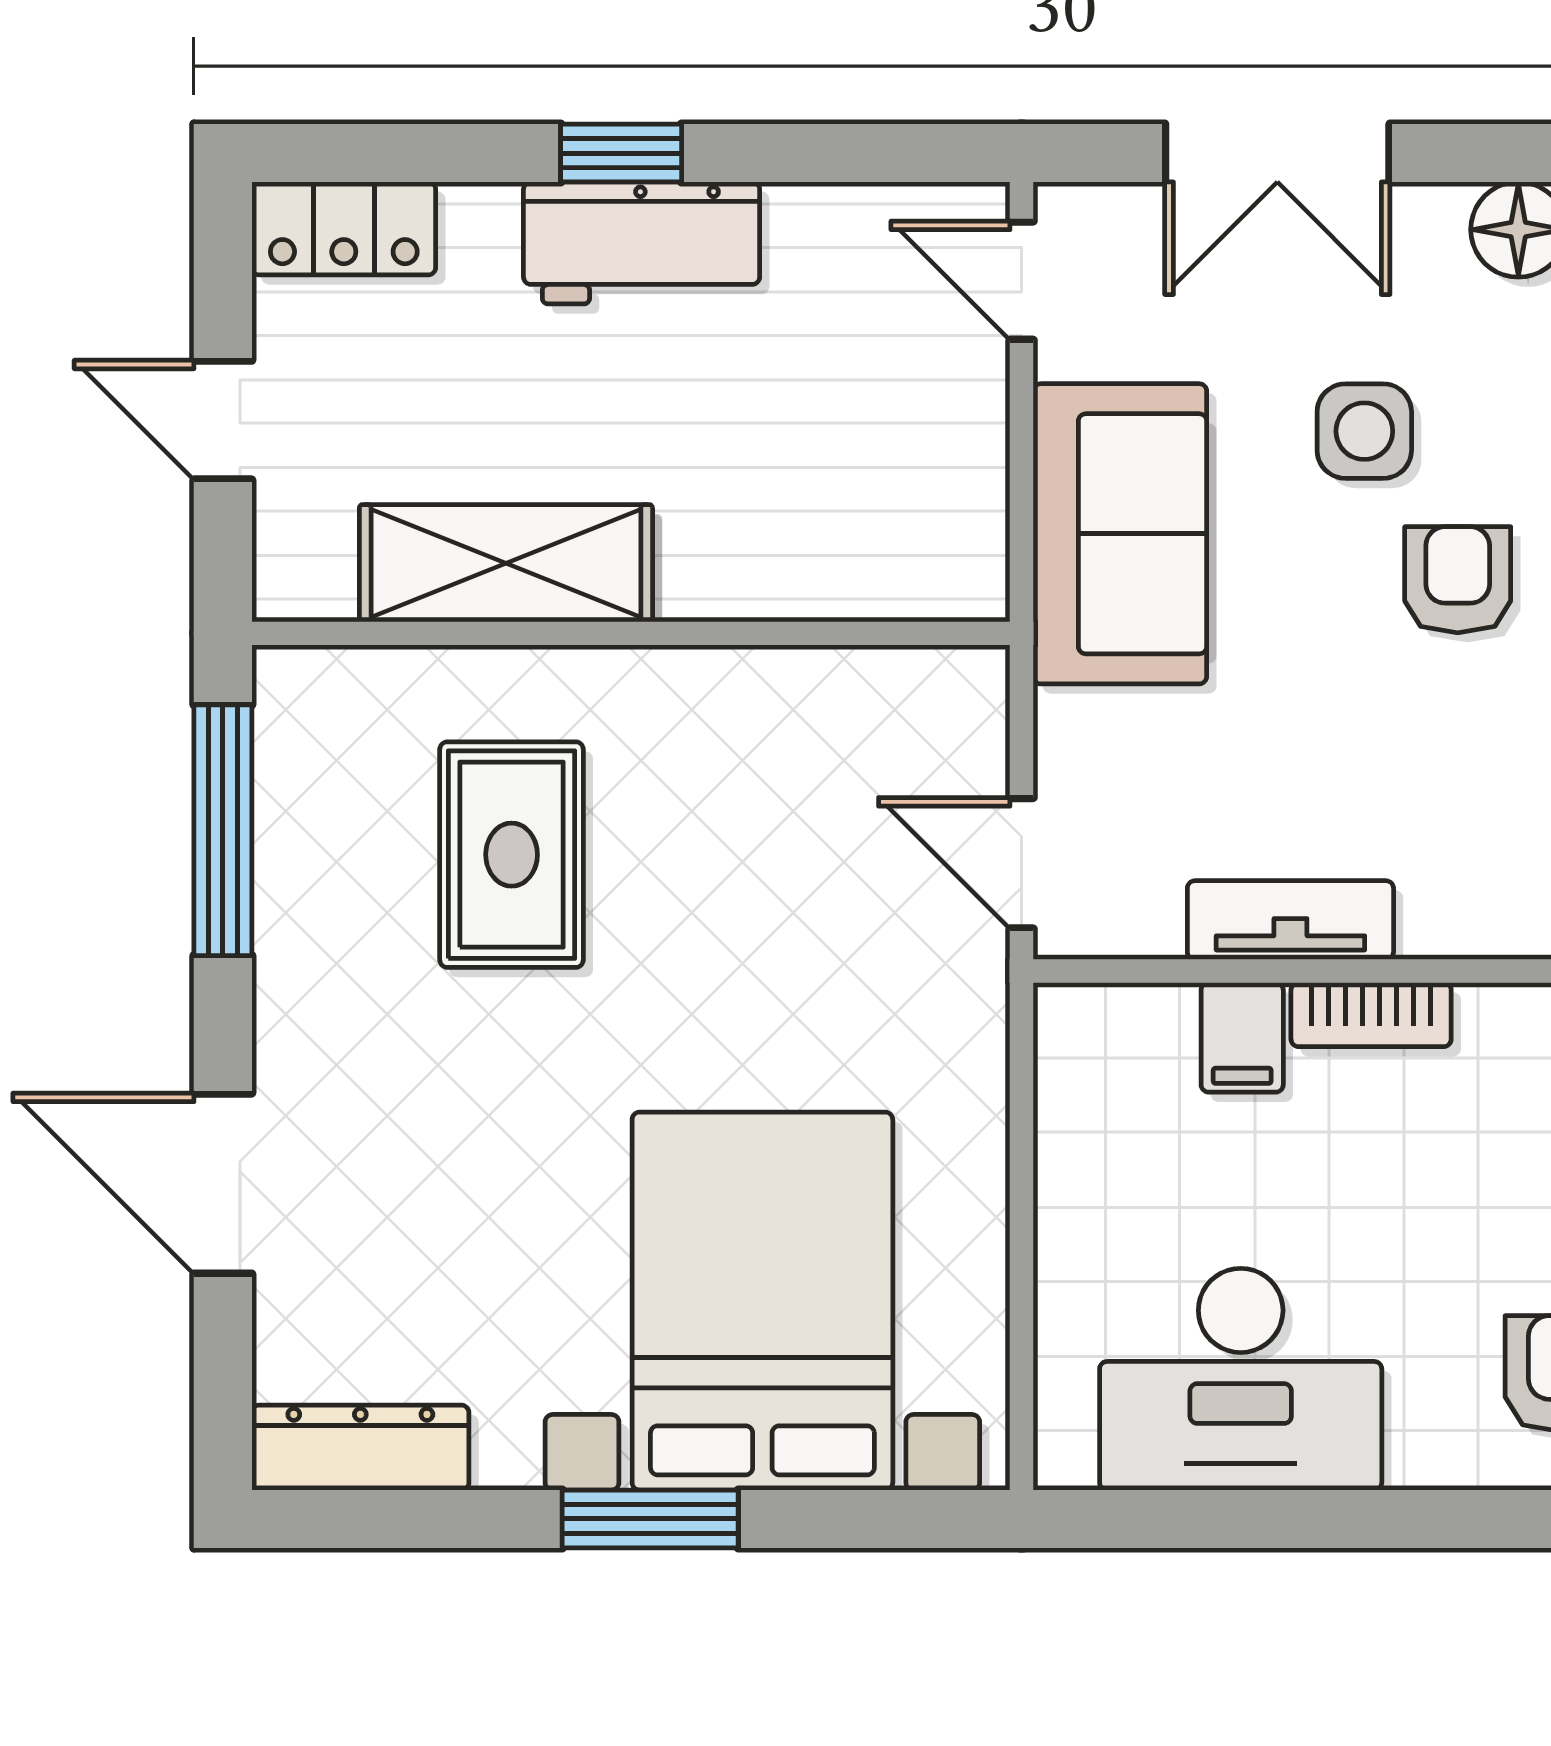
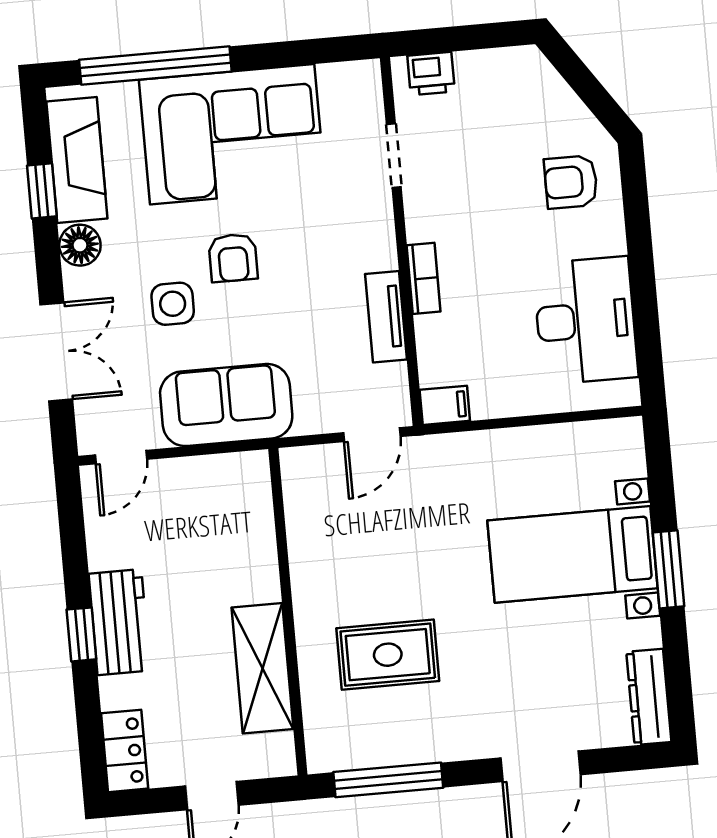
armchair: (1458, 580) -> (233, 258), turned -90
filing cabinet: (1242, 1037) -> (445, 405), moved
bed with nightstands: (762, 1301) -> (573, 554), width x0.73

